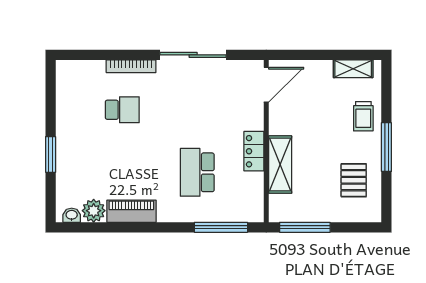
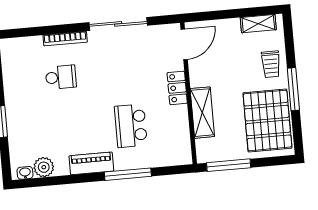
locker: (254, 151) -> (177, 88), moved
pallet: (354, 180) -> (267, 120), width x2.05, depth x2.00
piano: (131, 211) -> (91, 163), moved
window: (221, 227) -> (128, 174), moved

